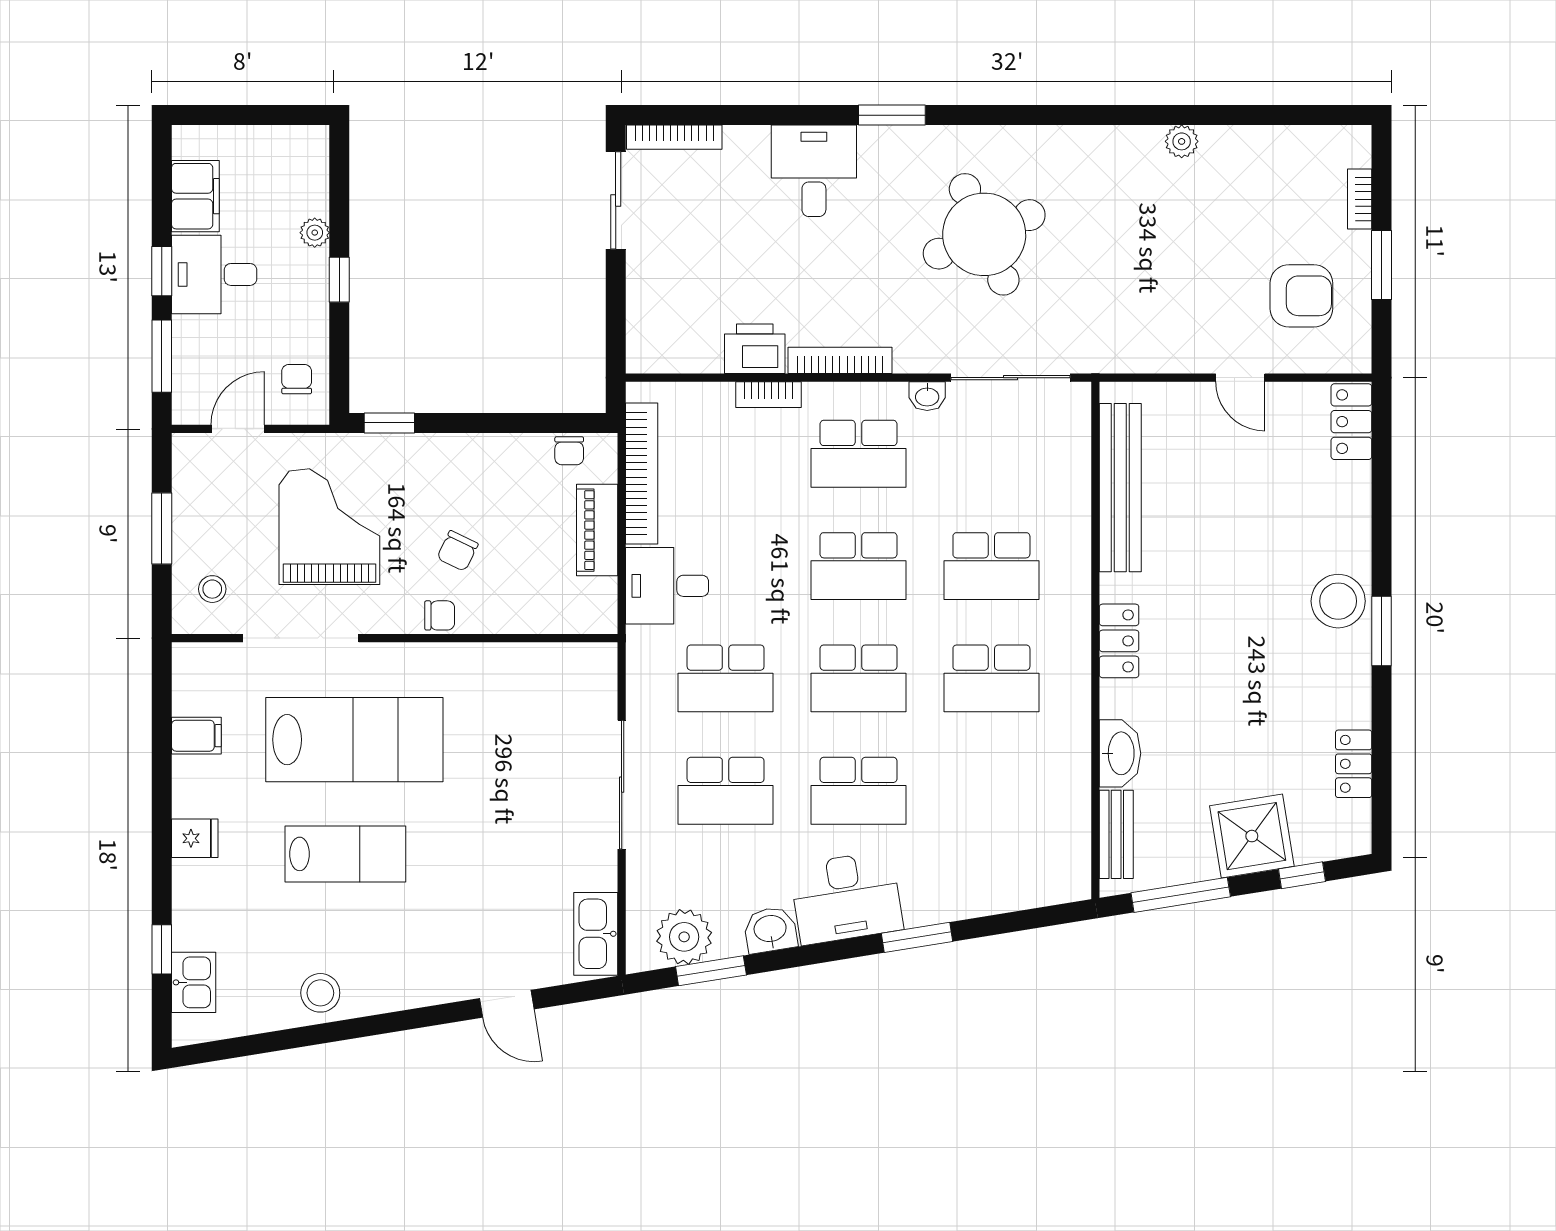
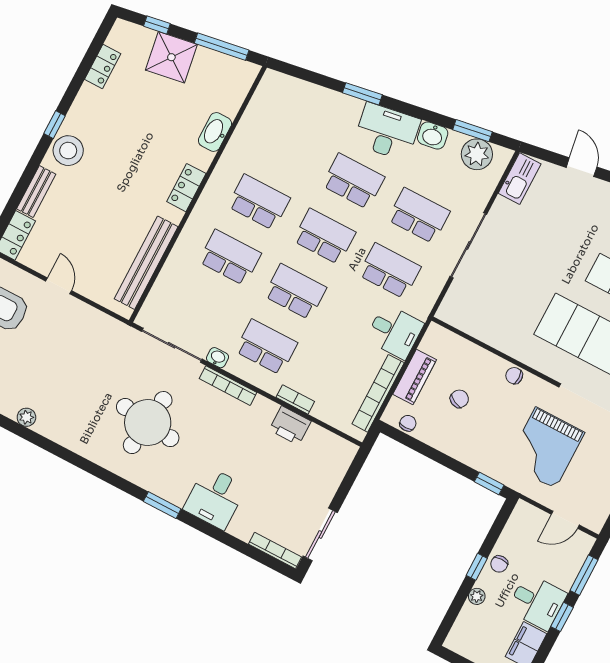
round table: (984, 234) -> (148, 423), turned 30
bookcase: (840, 360) -> (228, 386), moved
chair: (297, 379) -> (499, 564), moved
chair: (457, 551) -> (459, 399), moved
window: (1382, 631) -> (55, 125), width x0.67
bench: (1116, 834) -> (36, 192), moved

